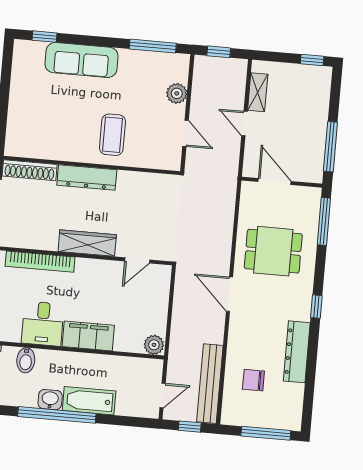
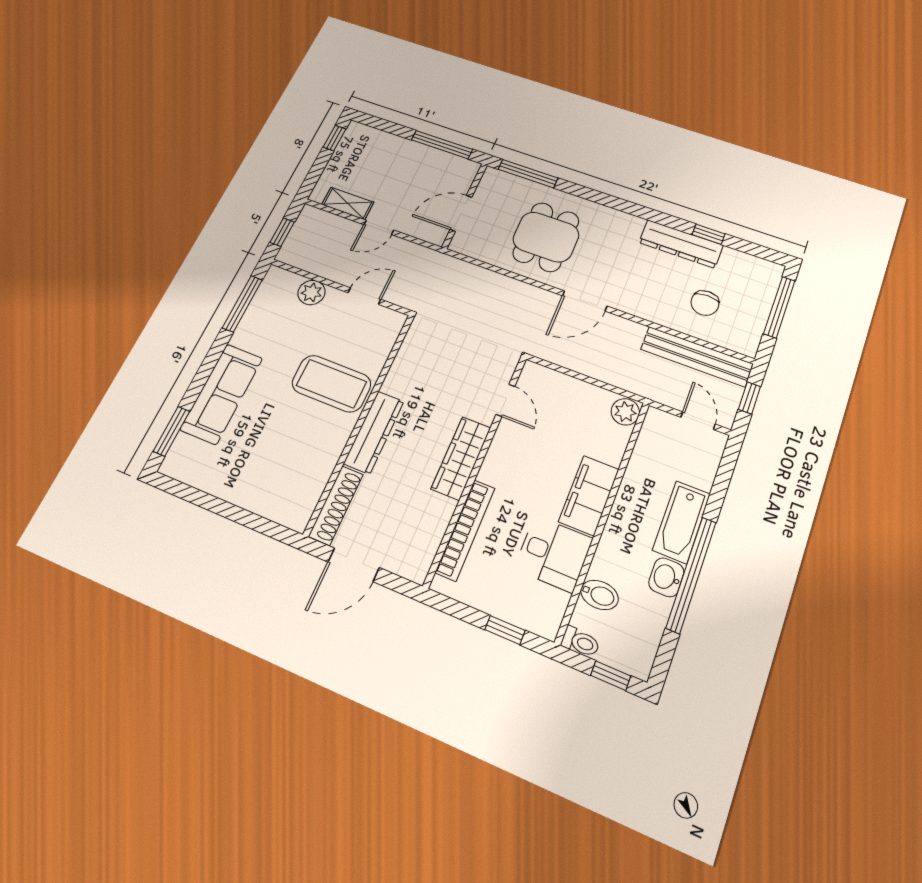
window: (44, 37) -> (172, 431), width x1.50
coffee table: (112, 135) -> (331, 384), width x1.36, depth x1.32
window: (316, 307) -> (709, 234), moved

